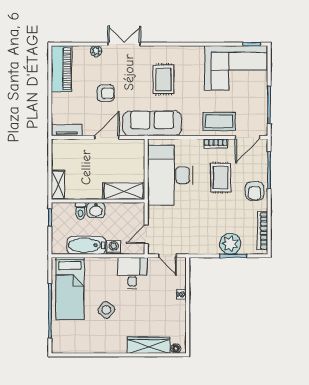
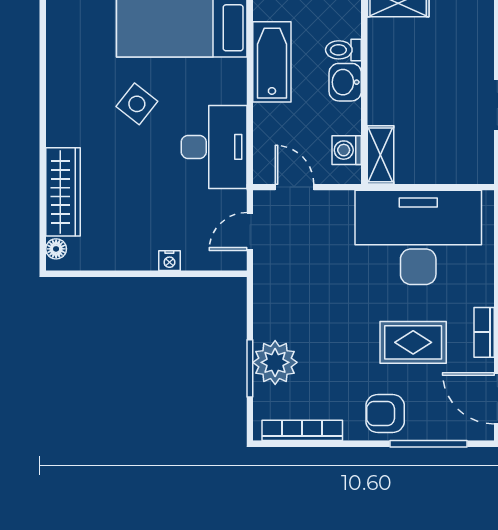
shelving: (124, 191) -> (380, 155), width x0.67, depth x0.75
washing machine: (114, 247) -> (347, 150), moved, turned 180
desk: (132, 273) -> (214, 147), width x1.37

